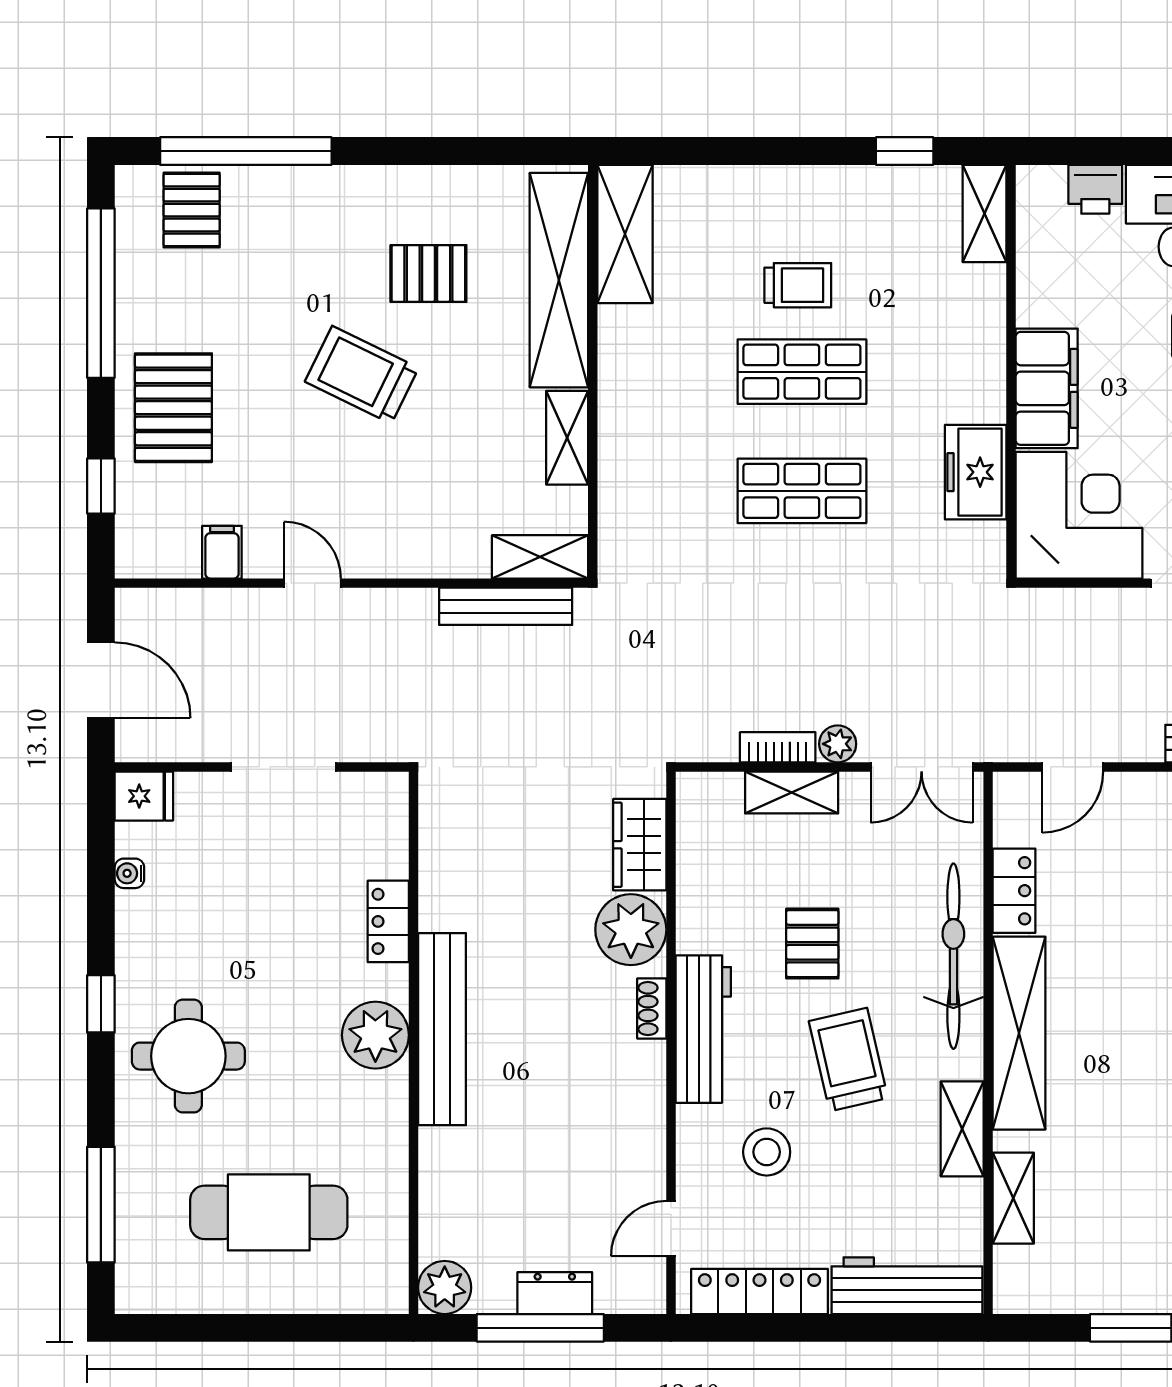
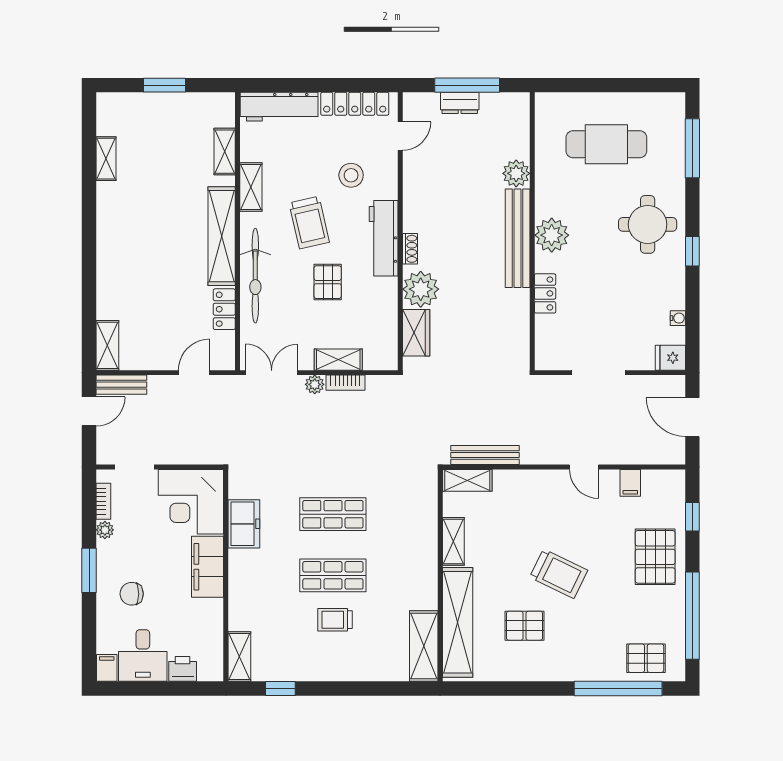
pallet: (192, 210) -> (646, 658), turned 90
plant: (445, 1287) -> (516, 173), moved

